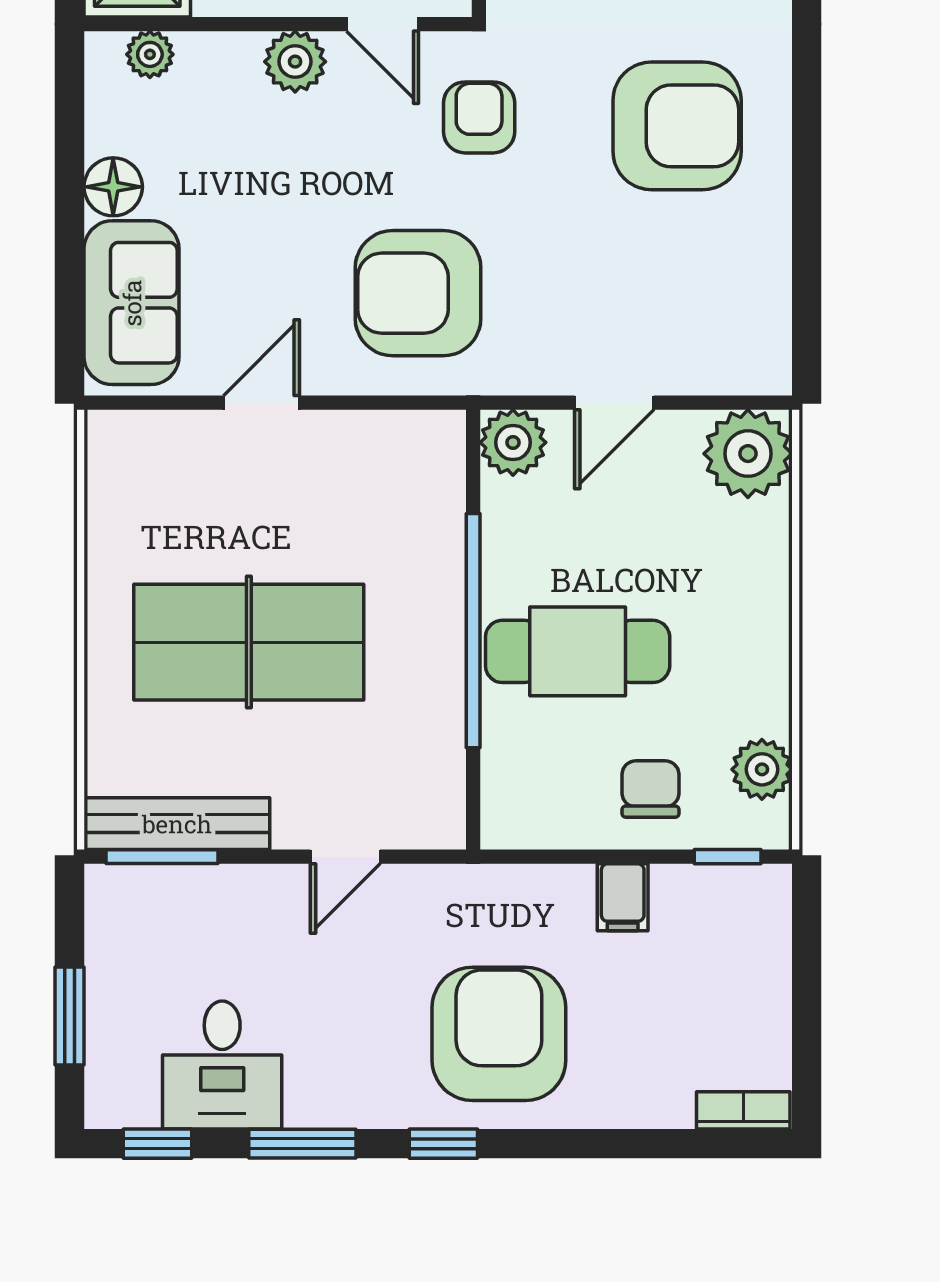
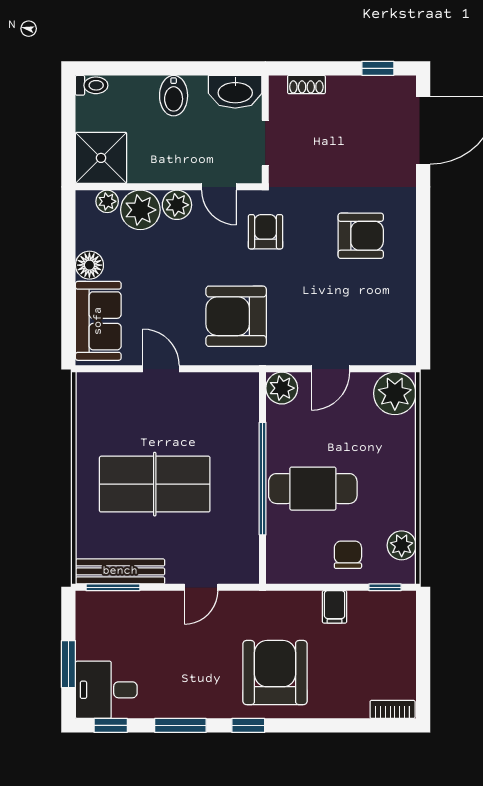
plant: (219, 72) -> (140, 210), added
armchair: (677, 126) -> (361, 236), width x0.73, depth x0.73
door: (262, 403) -> (161, 369), hinge flipped
desk: (222, 1065) -> (106, 690), moved, turned 90

